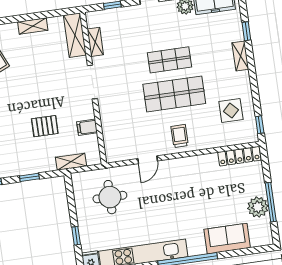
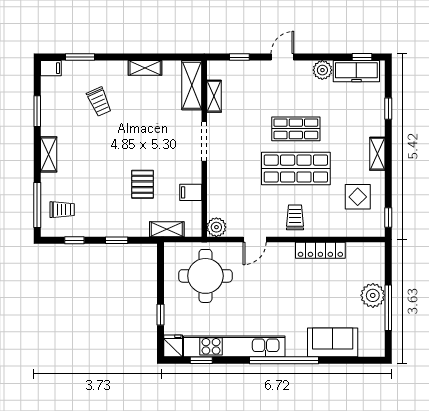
shelving: (240, 56) -> (377, 154), moved
pallet: (45, 126) -> (143, 184), turned 90
plant: (113, 154) -> (216, 227), added
locker: (239, 156) -> (320, 250), moved
round table: (110, 197) -> (205, 276), width x1.36, depth x1.36
plant: (258, 207) -> (373, 295), moved

